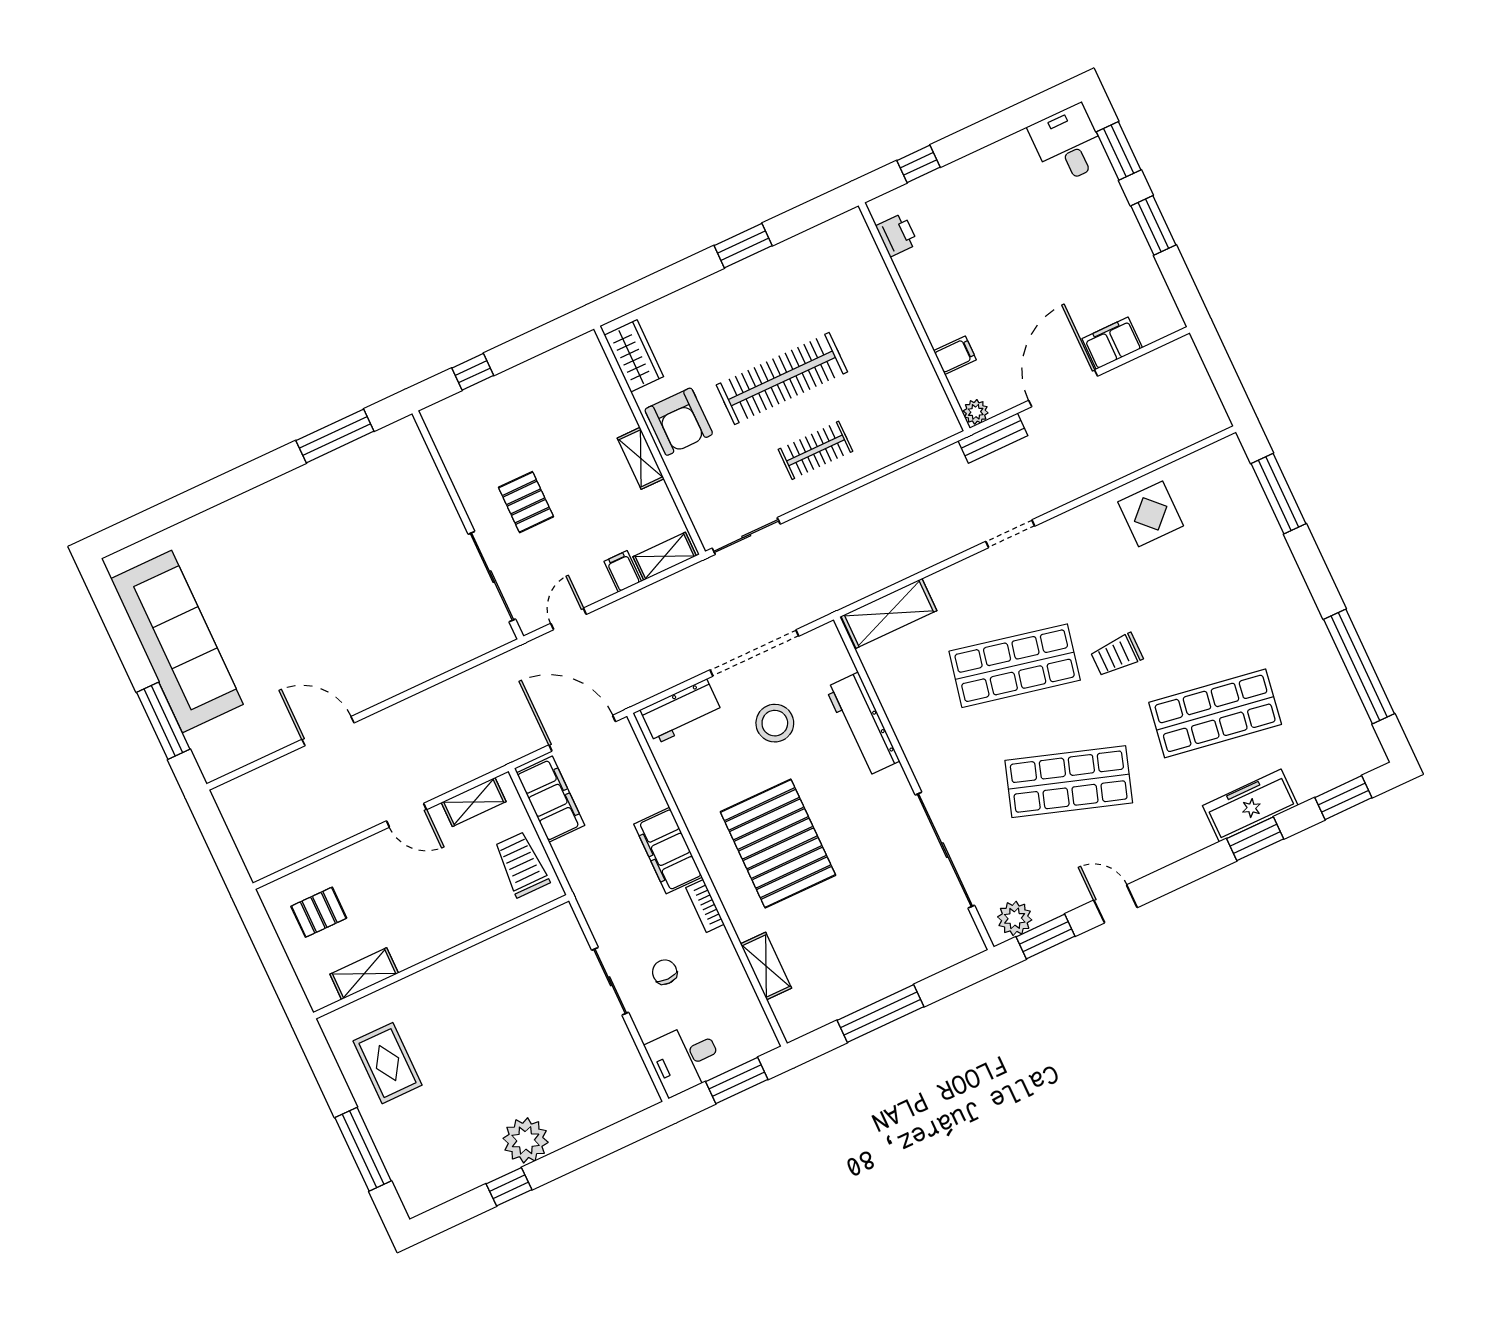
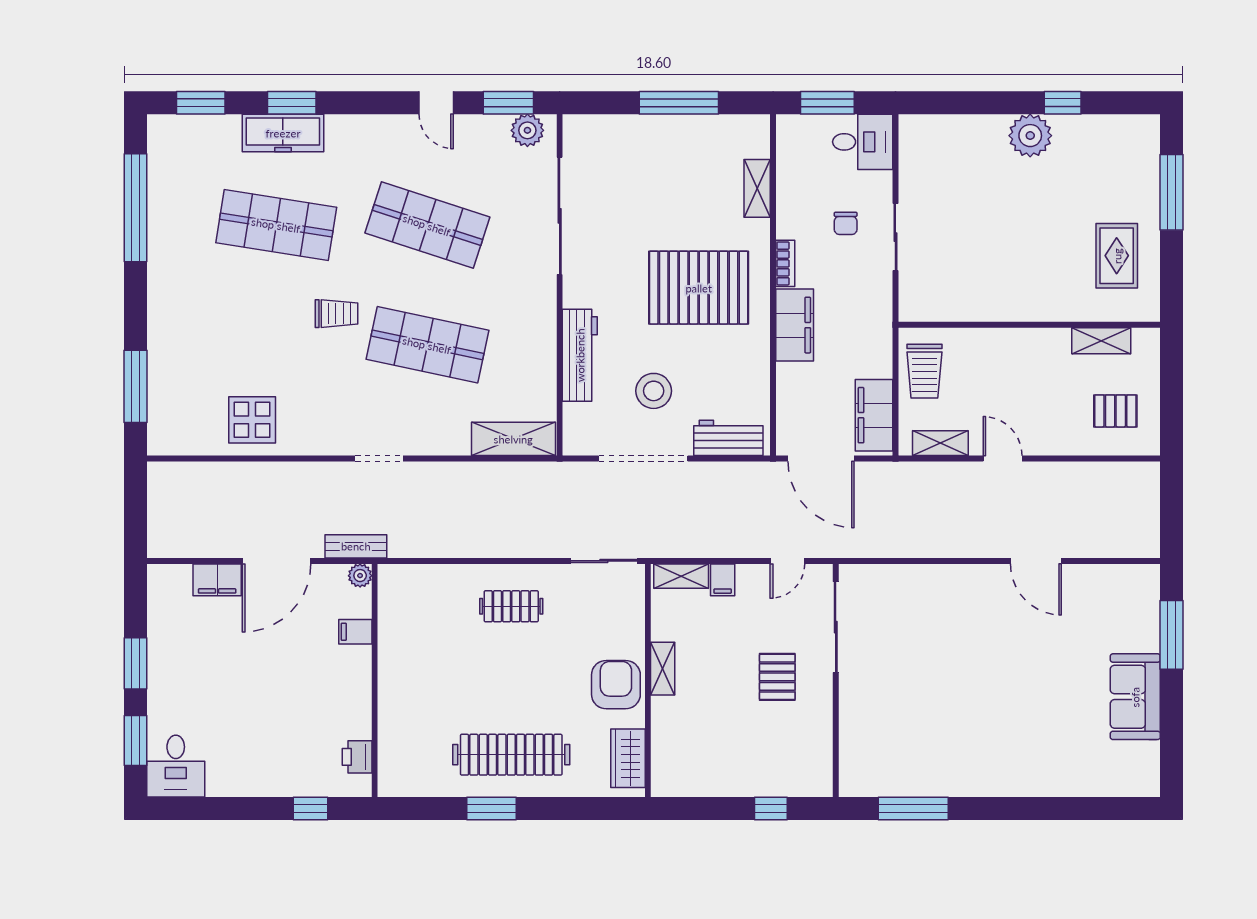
clothes rail: (782, 378) -> (511, 755), moved
sofa: (177, 641) -> (1135, 697), width x0.54, depth x0.79
pallet: (778, 843) -> (699, 288), turned 90

